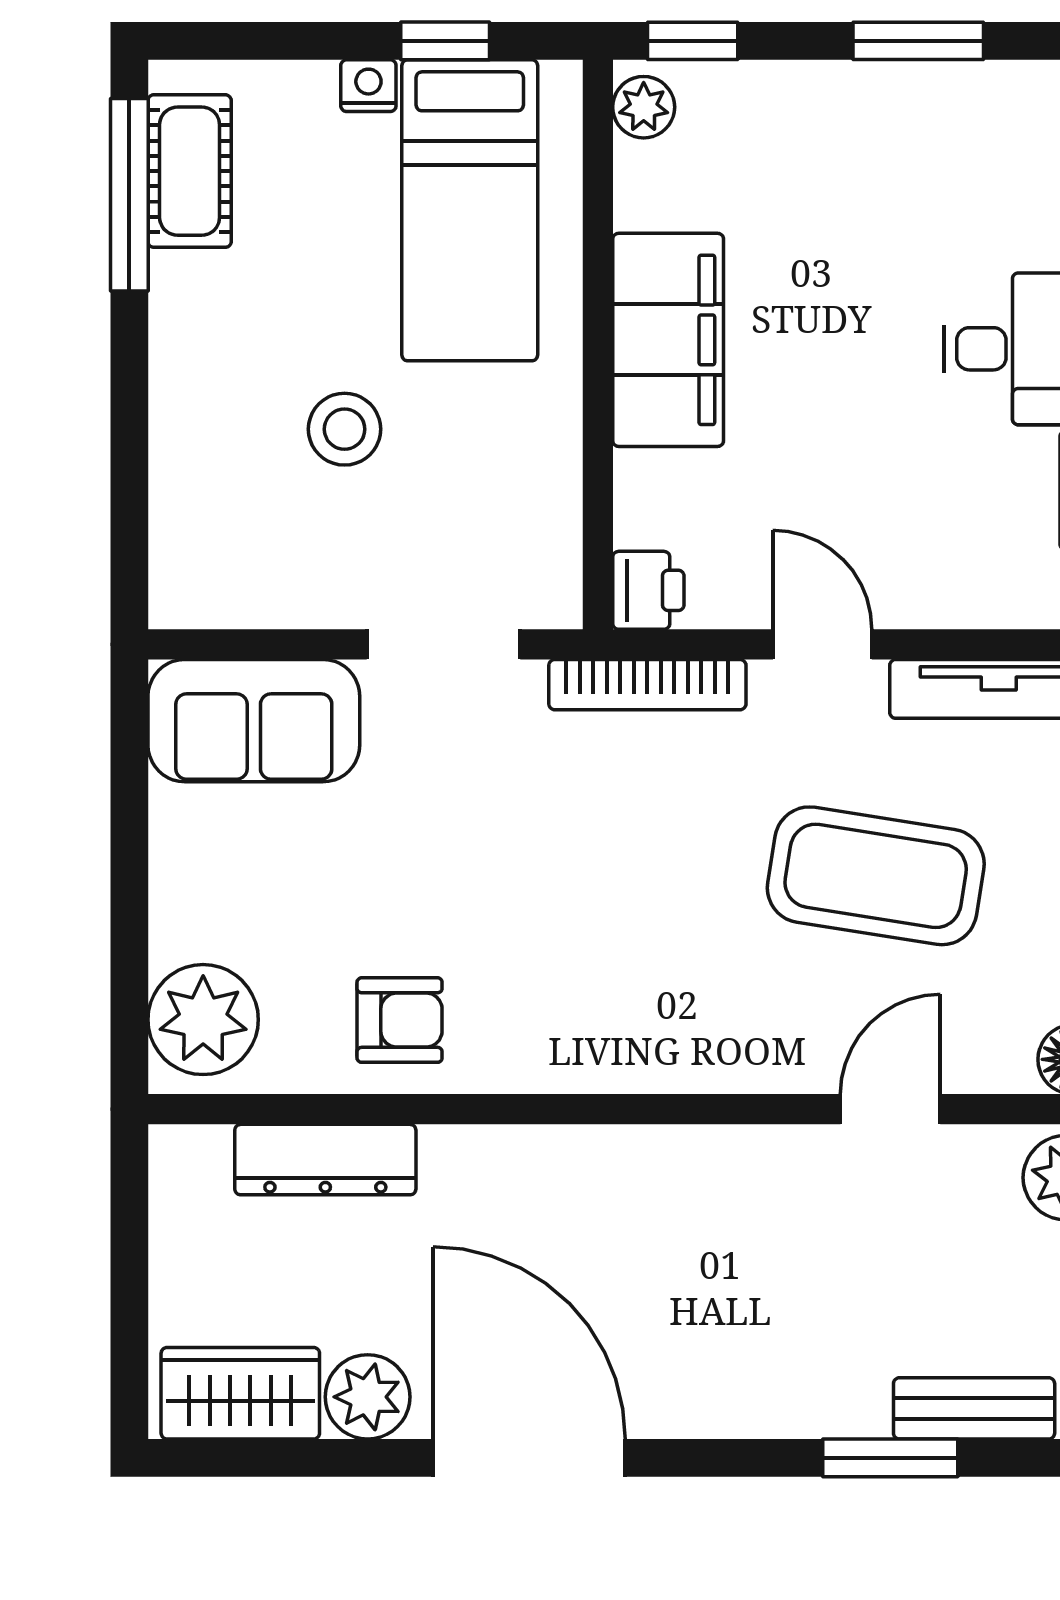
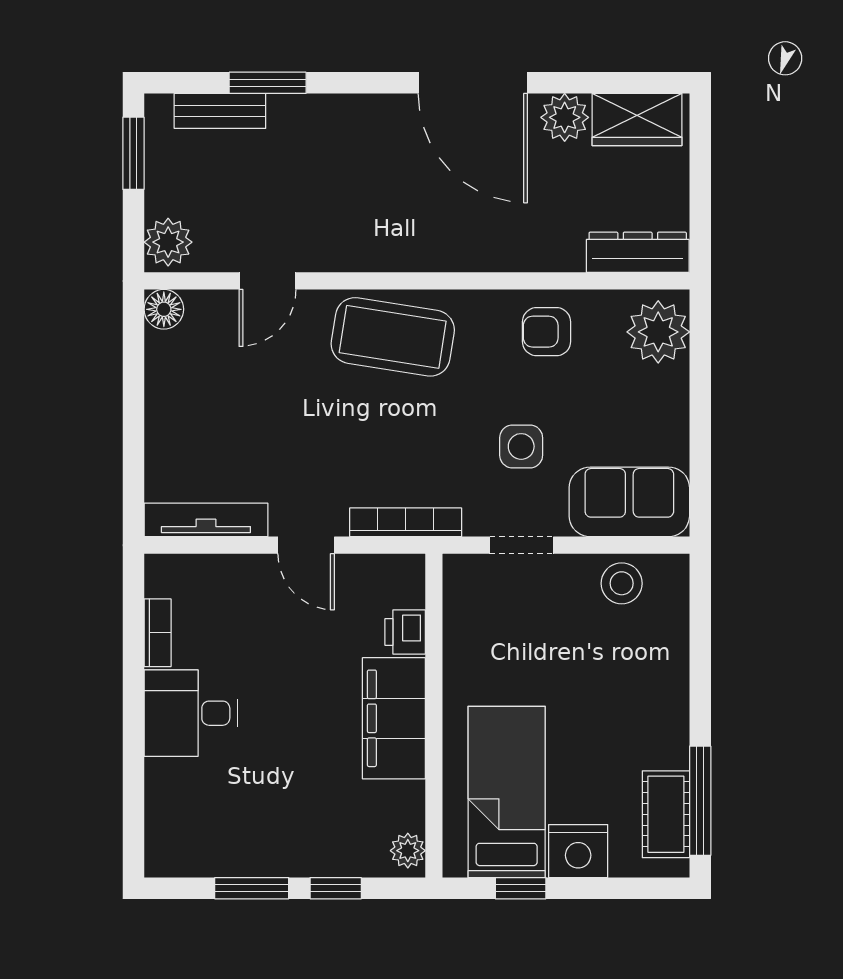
window: (693, 41) -> (336, 888), moved
nightstand: (368, 86) -> (578, 851), width x1.89, depth x1.79
stool: (345, 429) -> (622, 583), moved
printer: (648, 590) -> (405, 632), moved
doorway: (443, 644) -> (522, 545), width x0.73
side table: (444, 818) -> (521, 446), added
coffee table: (876, 876) -> (393, 337), moved
dresser: (325, 1160) -> (638, 252), moved

